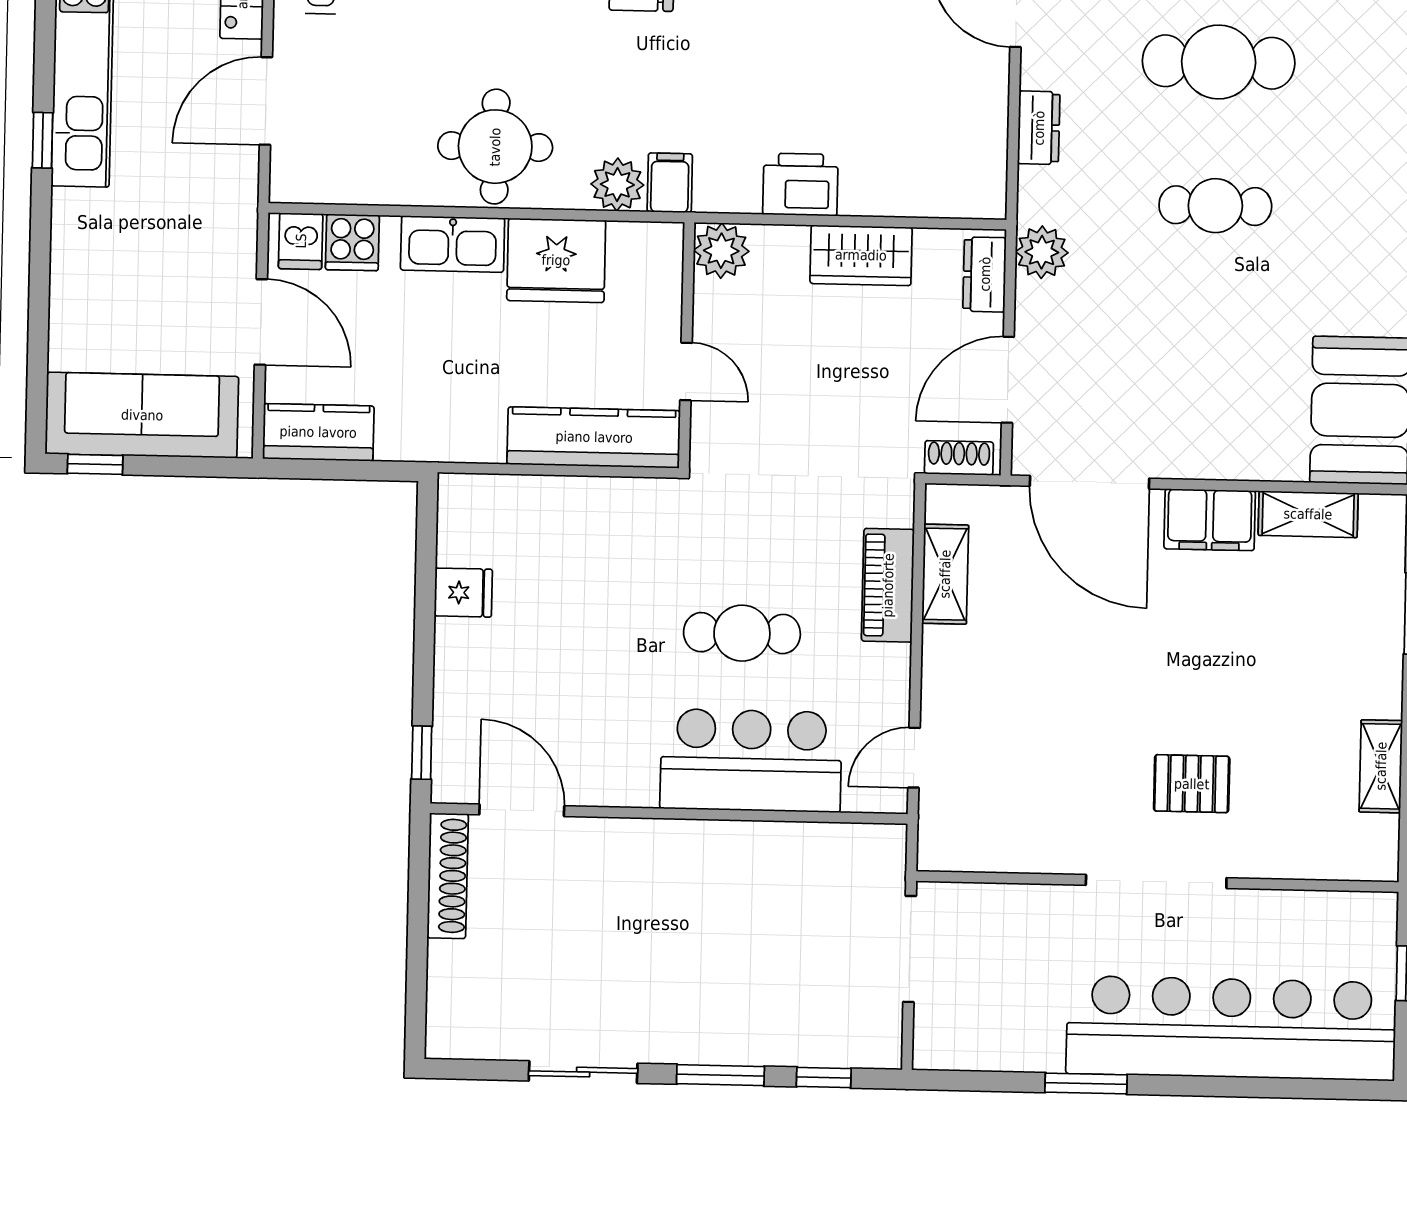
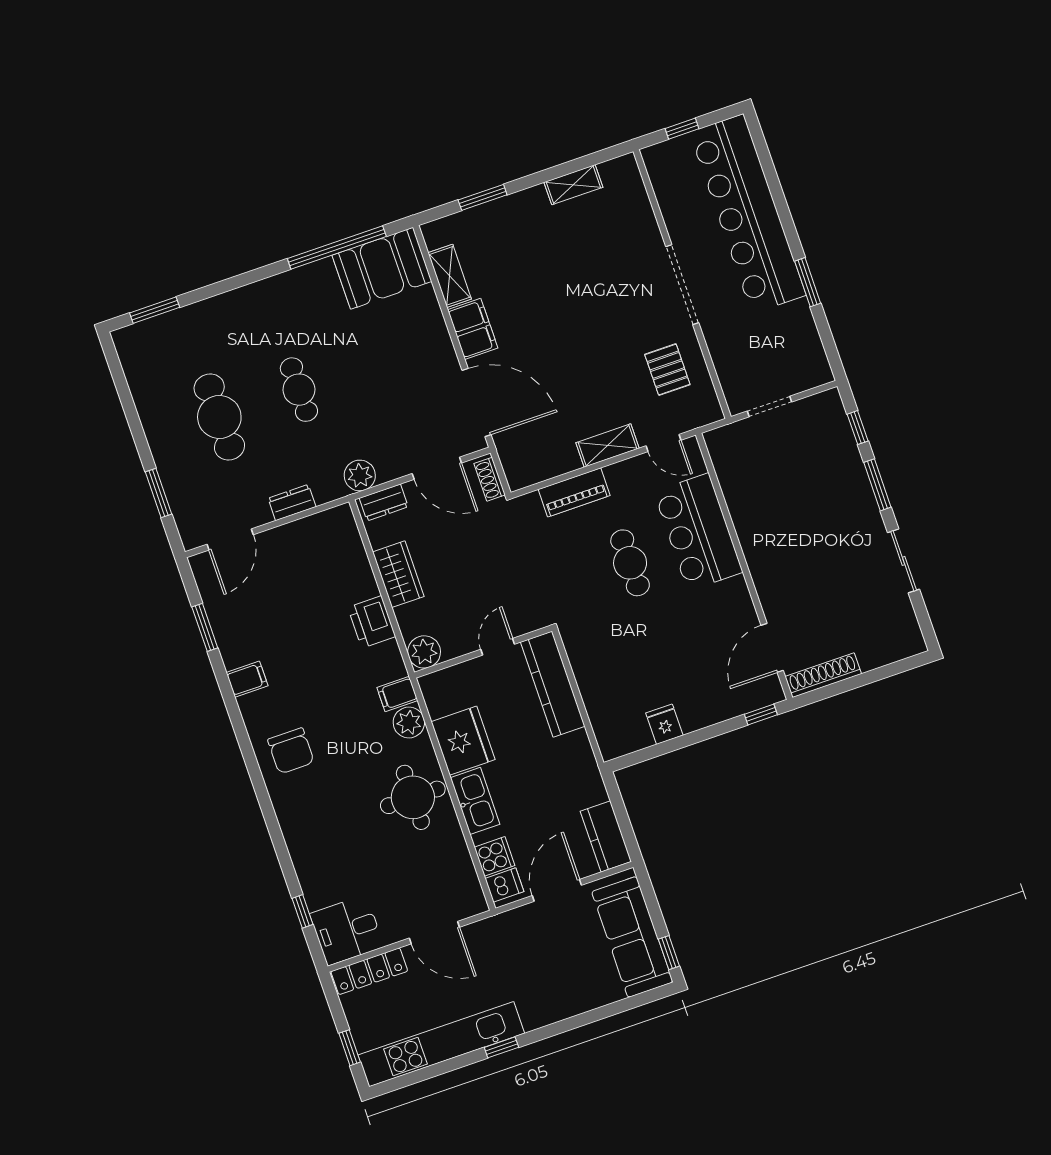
door: (1090, 482) -> (476, 403), hinge flipped
shelving: (945, 574) -> (608, 446), moved
pallet: (1192, 784) -> (667, 370), moved
doorway: (910, 949) -> (770, 406), width x0.73

